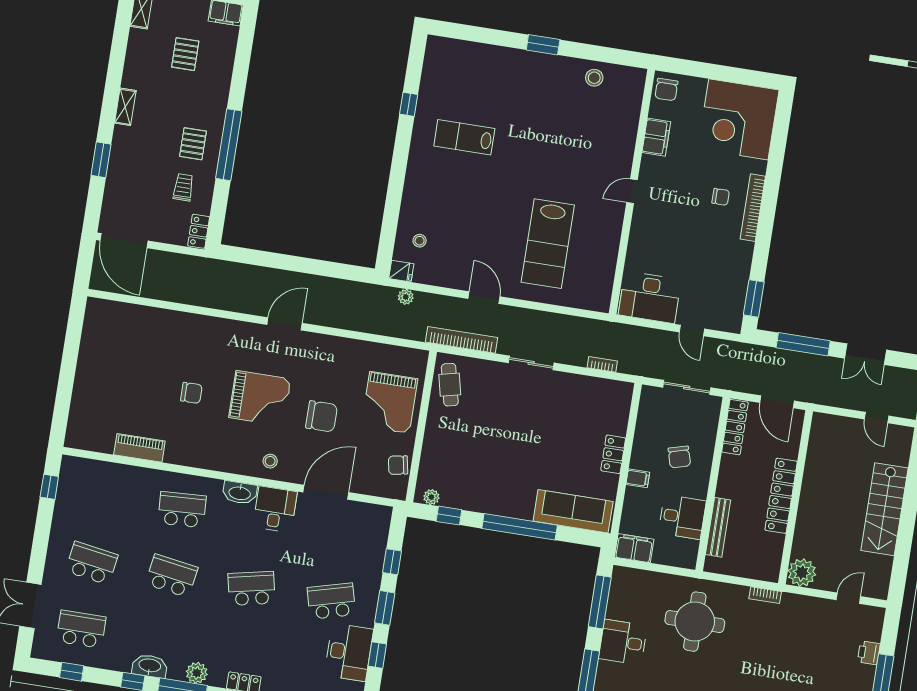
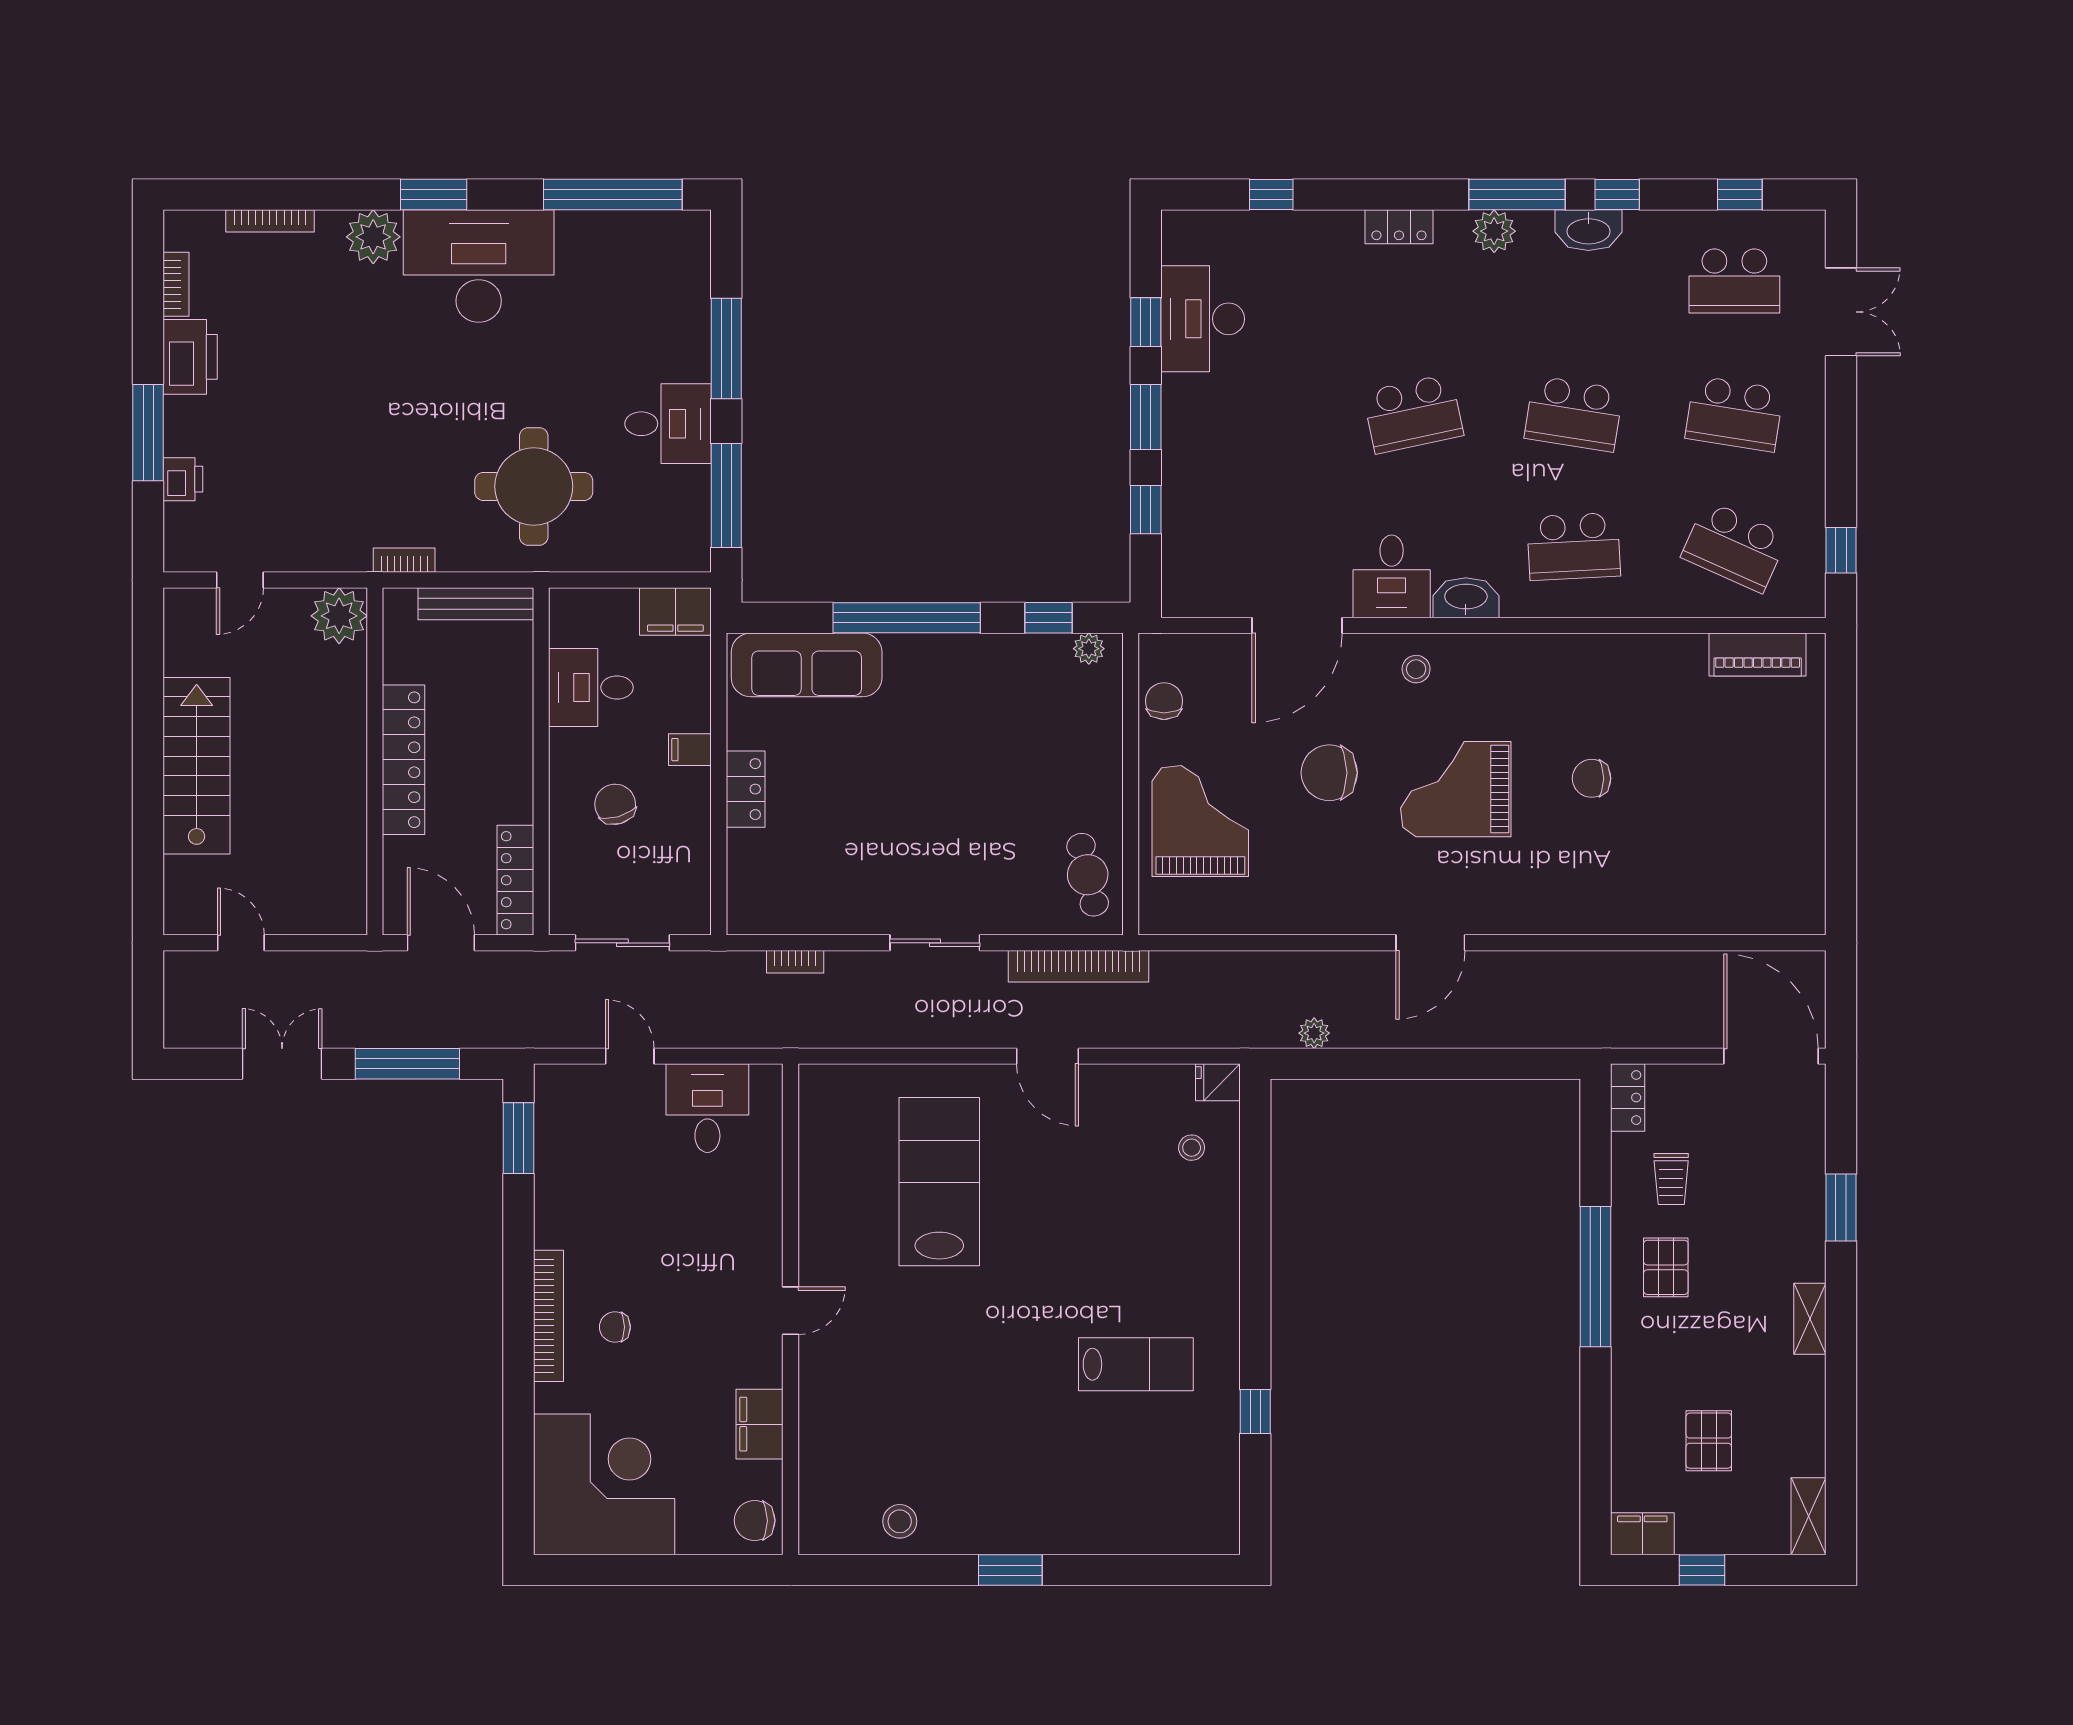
chair: (666, 90) -> (755, 1521), turned -90
plant: (406, 297) -> (1314, 1033), moved
desk: (650, 297) -> (707, 1108), width x0.73
piano: (139, 448) -> (1758, 655), moved
chair: (398, 465) -> (1164, 701), turned -80
bench: (718, 527) -> (476, 604), moved, turned 90
school desk: (331, 601) -> (1734, 547), moved, turned 39

